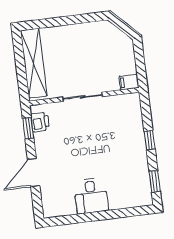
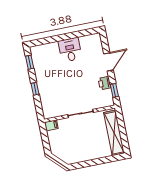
printer: (40, 122) -> (105, 83), moved

